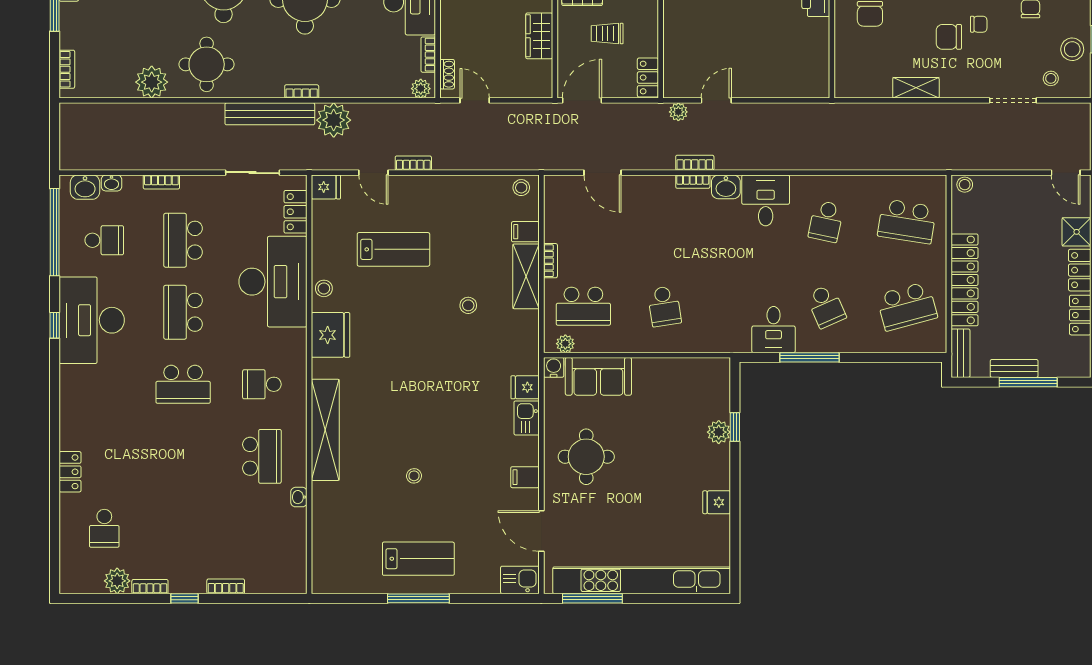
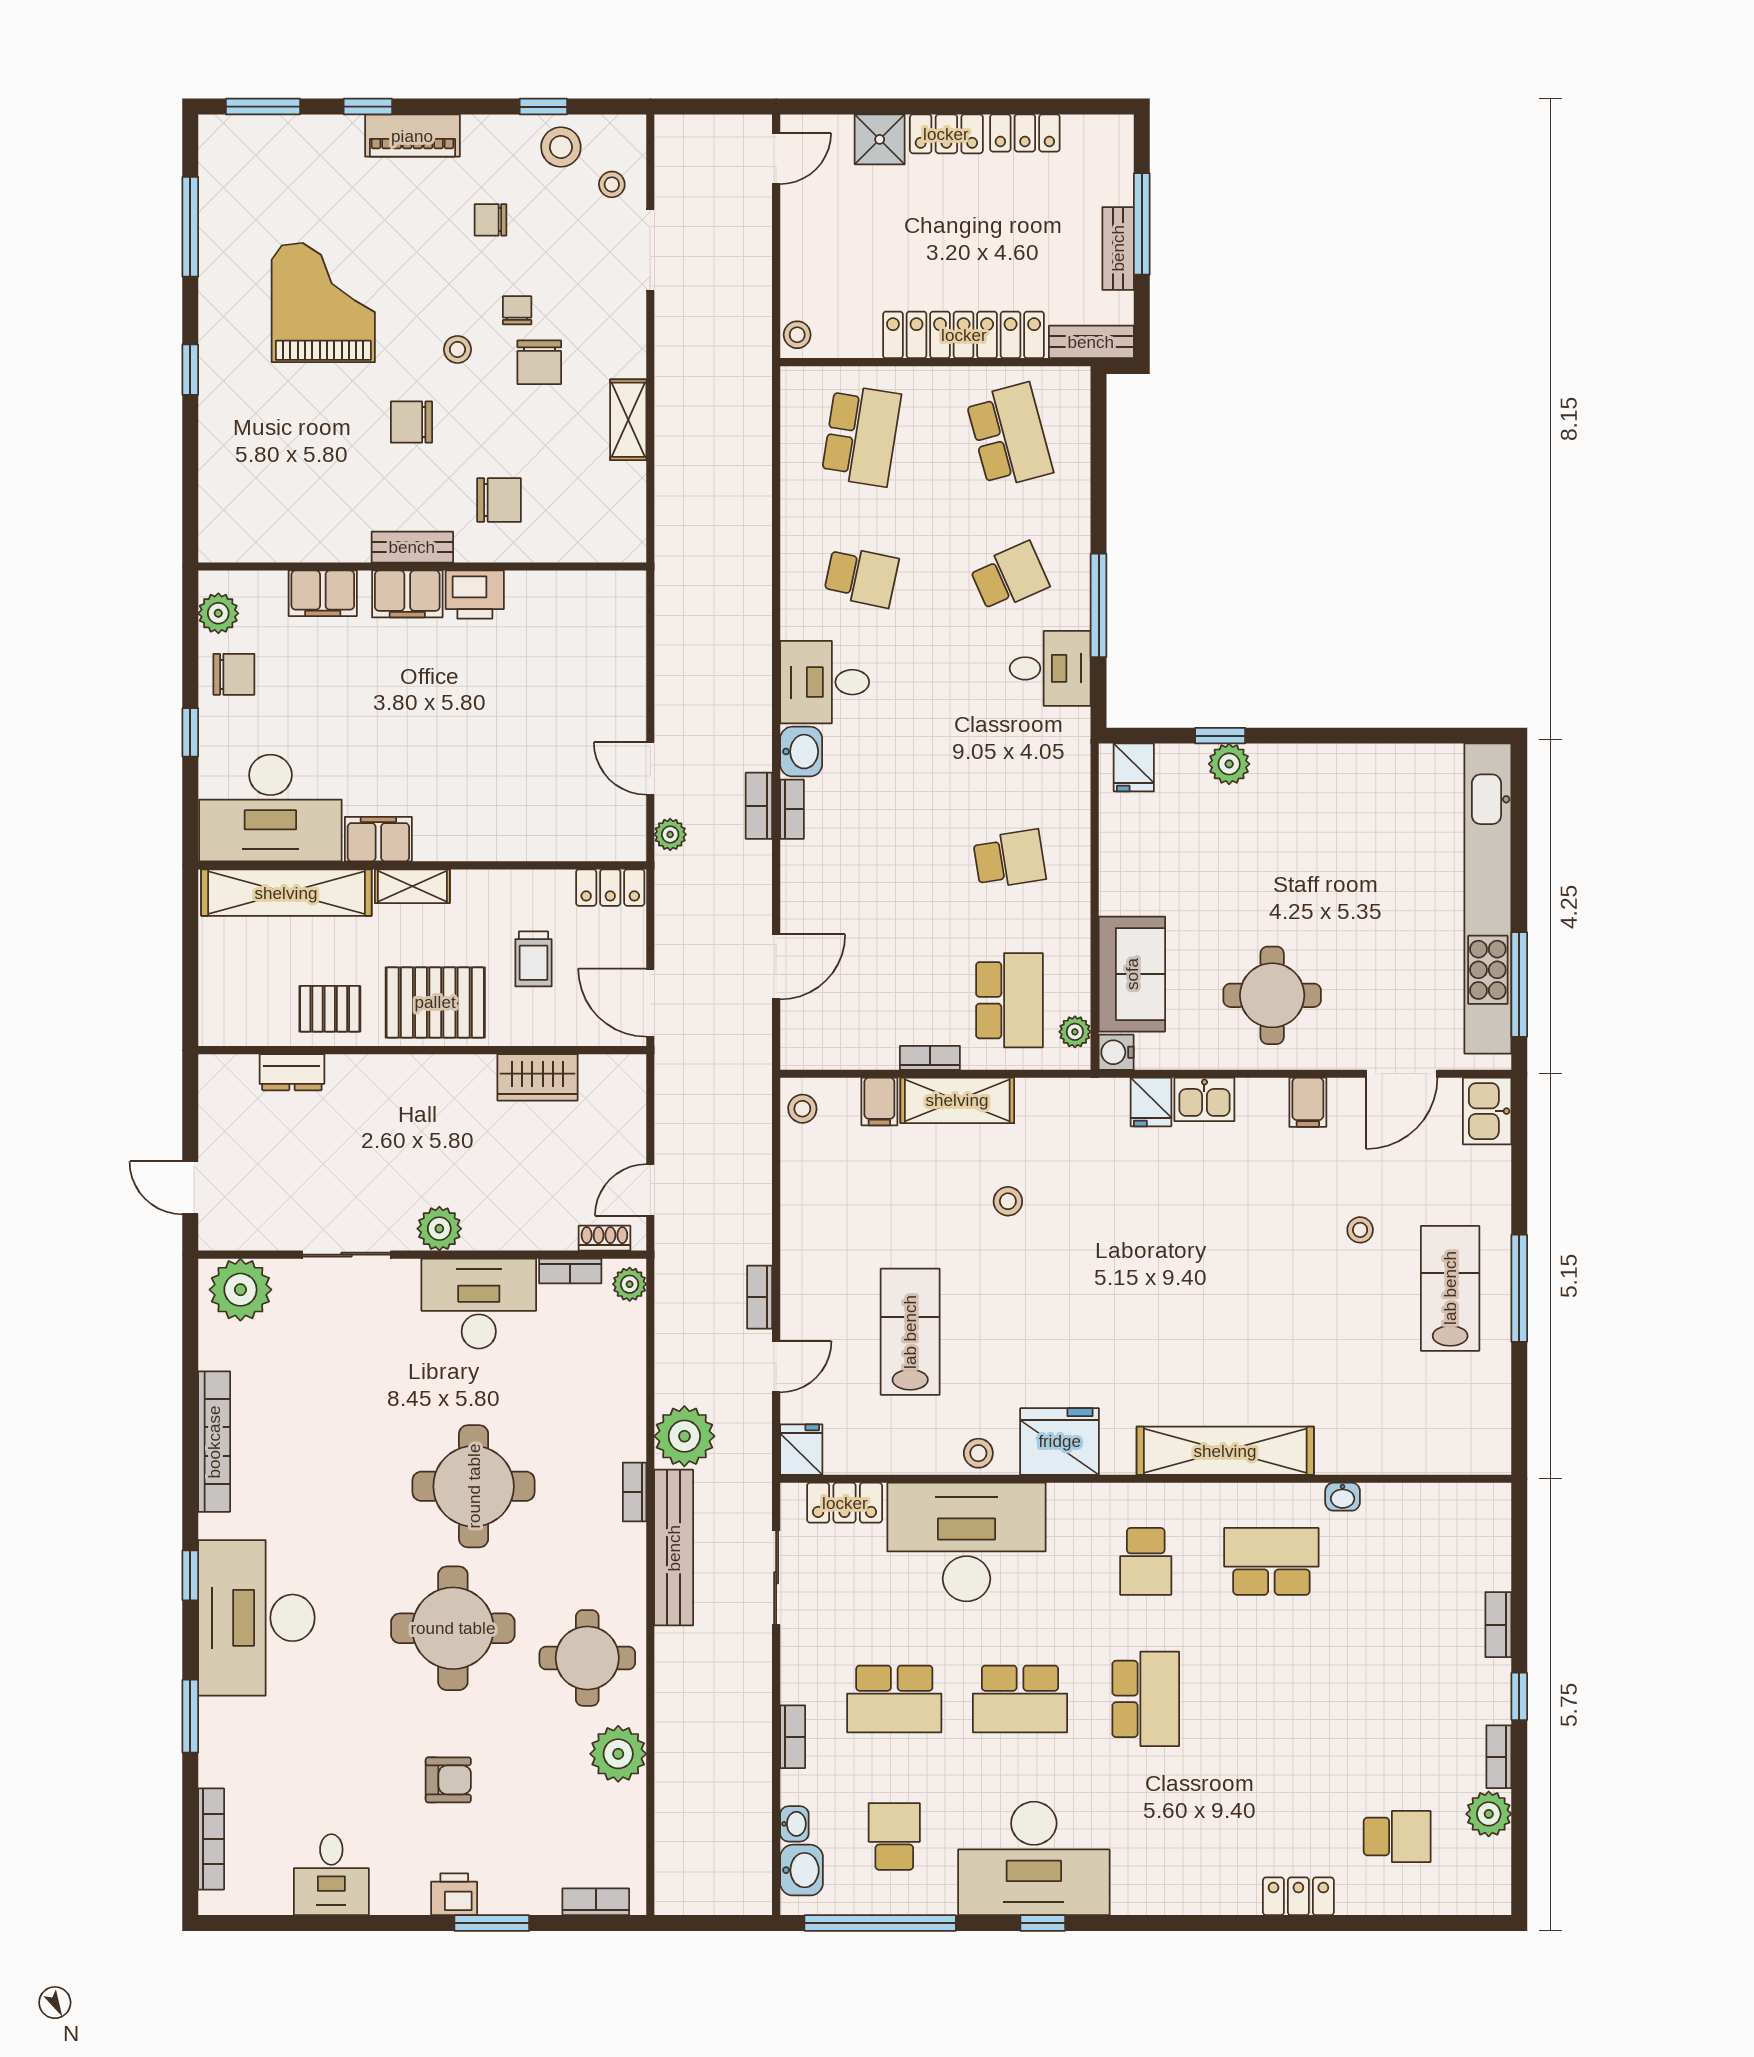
stool: (414, 476) -> (1360, 1230), moved
fridge: (717, 502) -> (1134, 767), moved

